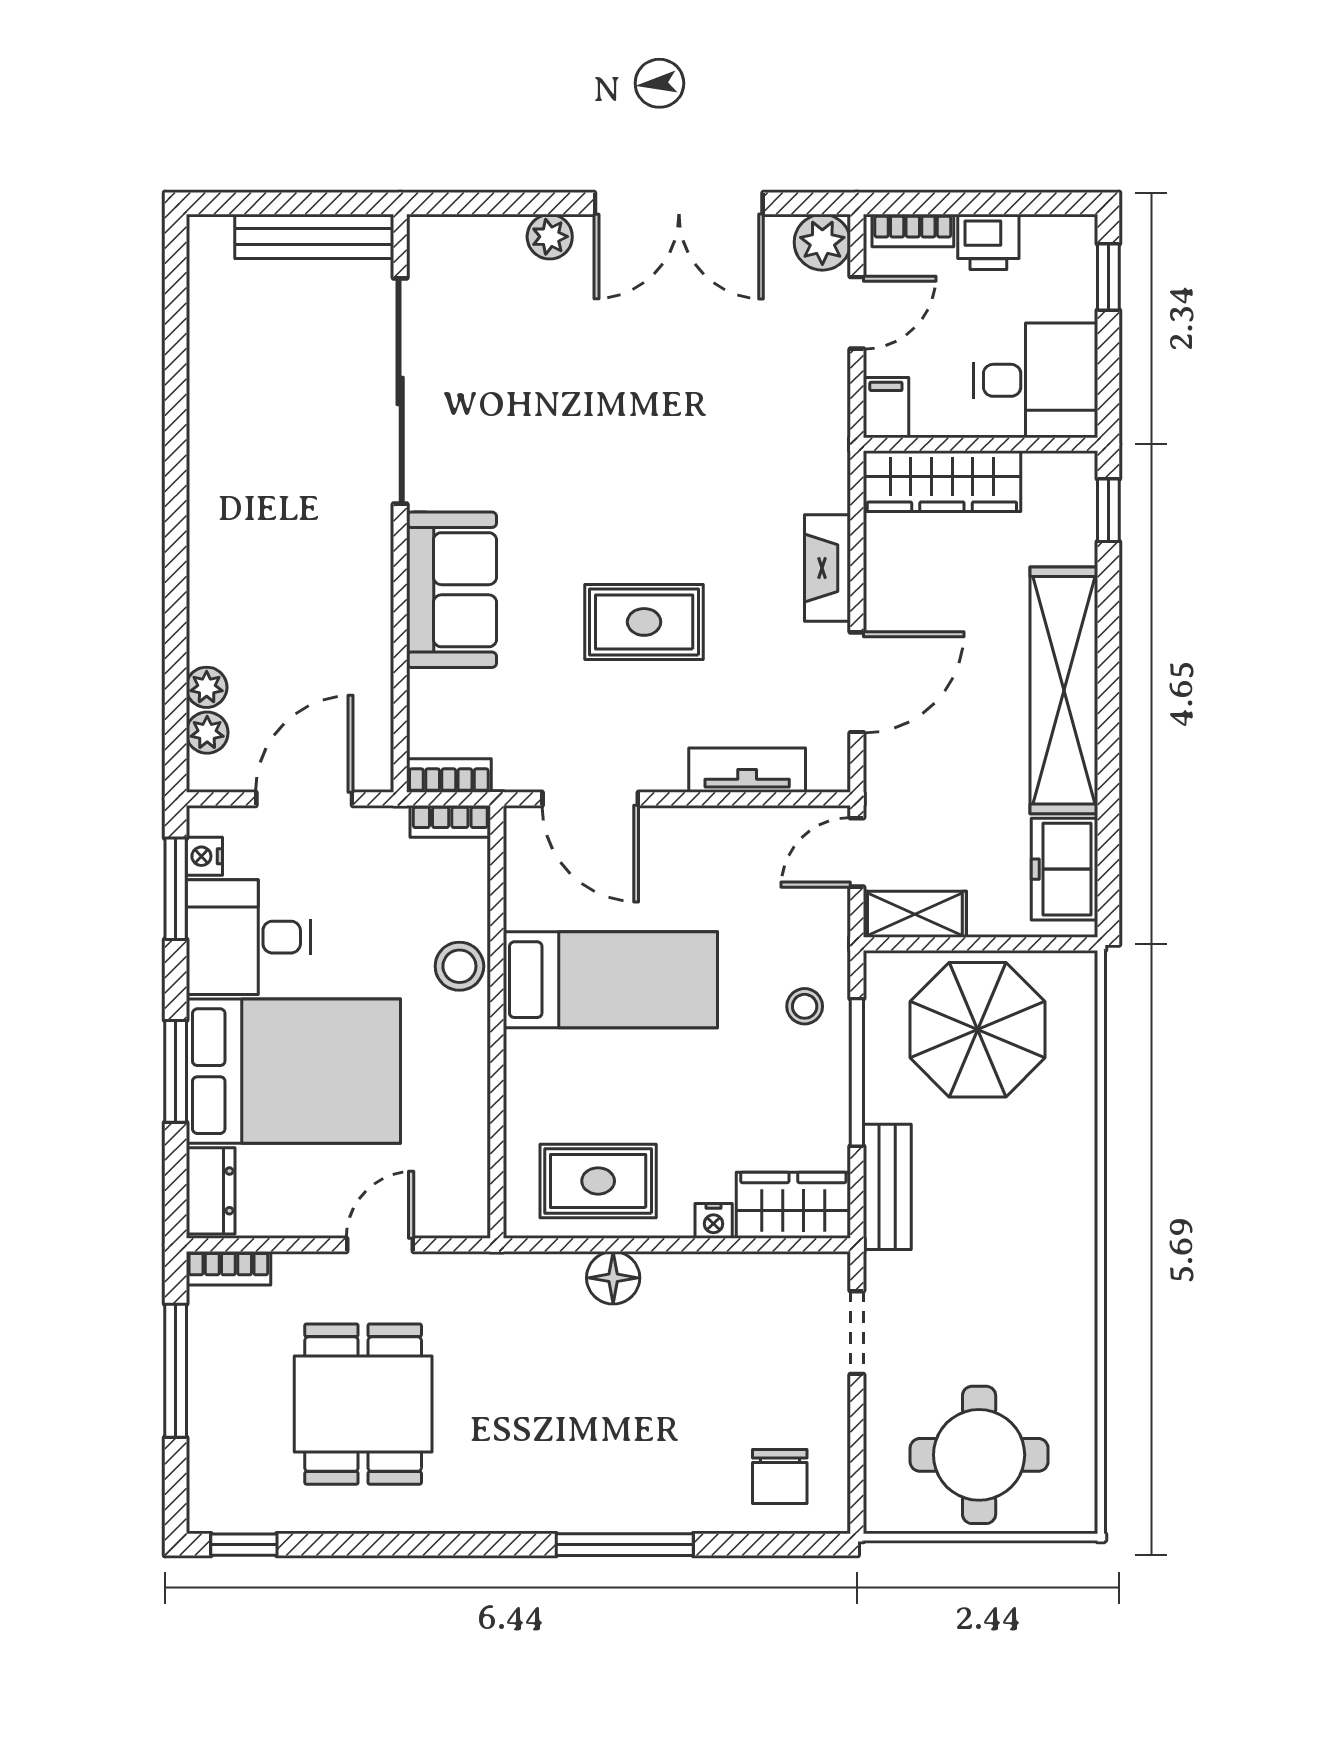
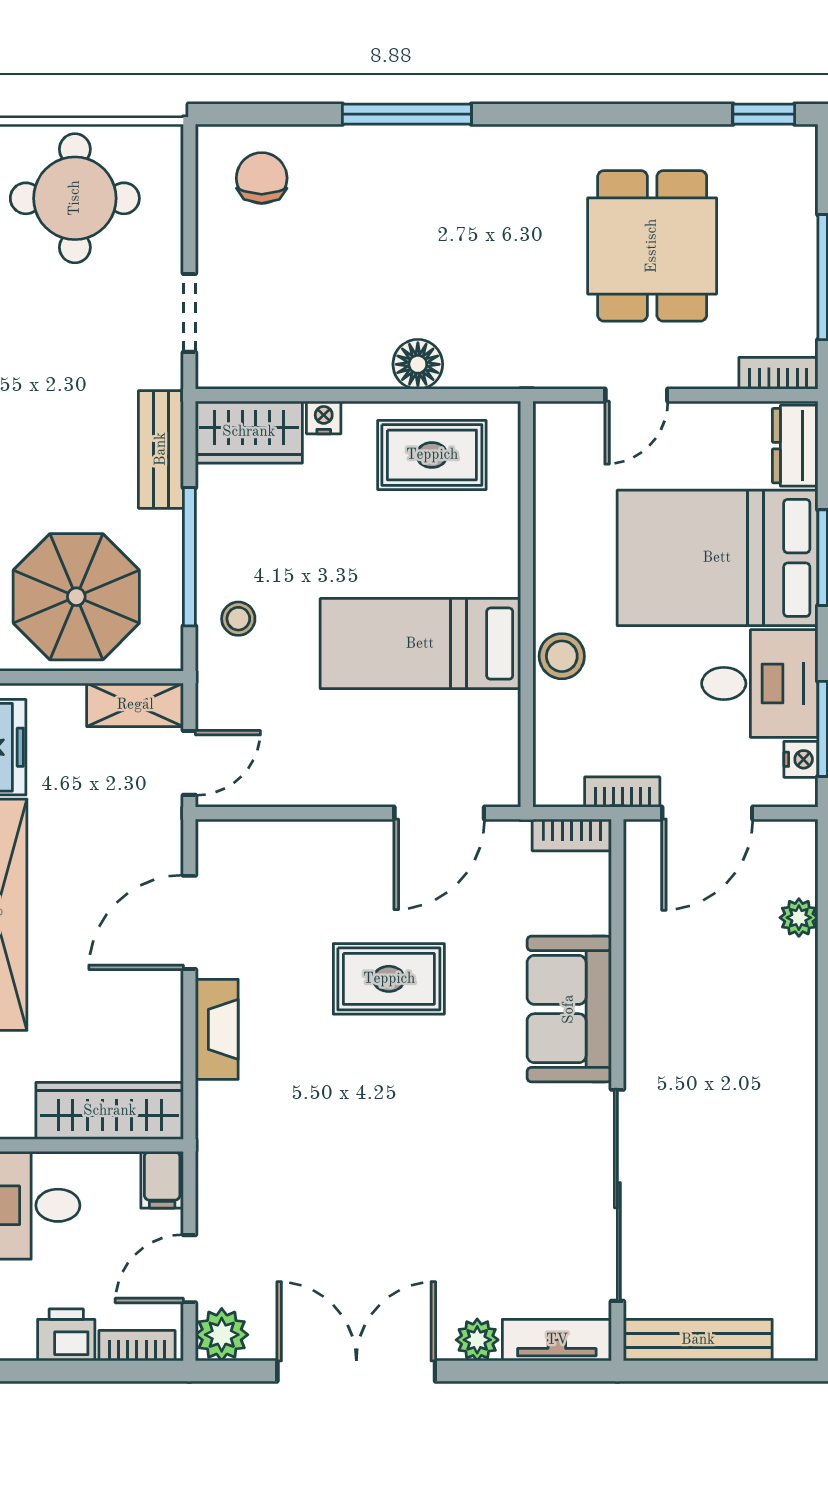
plant: (207, 733) -> (798, 875), removed
tv unit: (747, 770) -> (557, 1340), moved, turned 180
door: (590, 799) -> (439, 813), swing flipped
bookcase: (450, 821) -> (622, 792), moved

